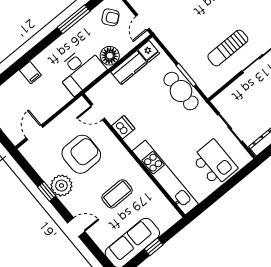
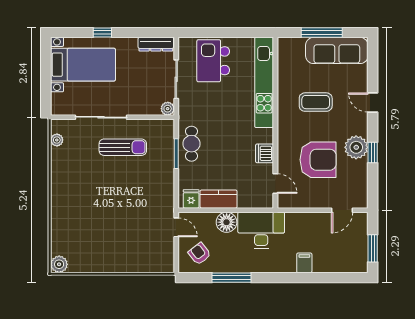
door: (143, 22) -> (176, 227), hinge flipped
cafe table: (181, 91) -> (191, 144), width x0.73, depth x0.74
plant: (219, 102) -> (168, 109), added
armchair: (81, 154) -> (318, 160), turned 180
window: (154, 247) -> (322, 33), width x2.17

